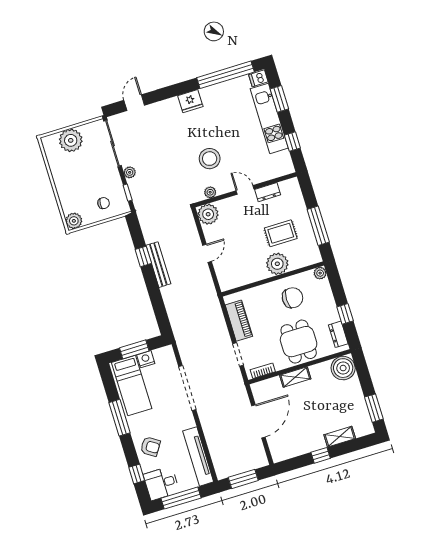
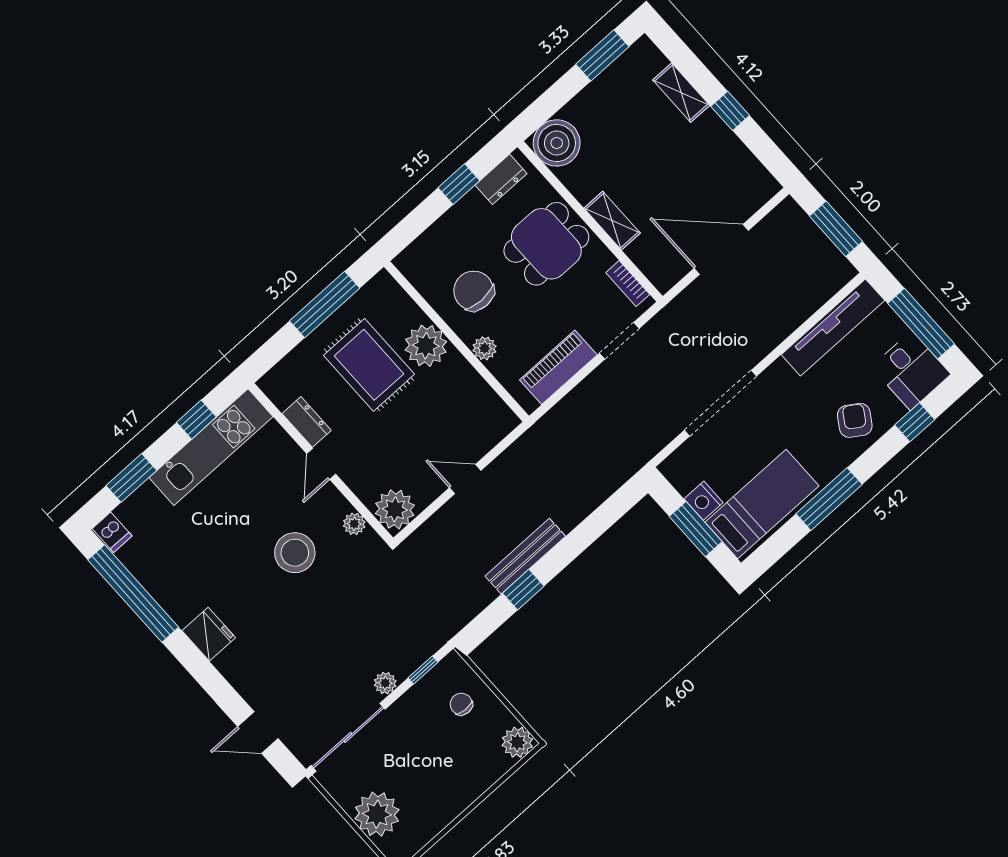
kitchen unit: (269, 118) -> (211, 447), moved
rug: (281, 233) -> (369, 365), width x1.36, depth x1.43
plant: (320, 273) -> (485, 348), moved

